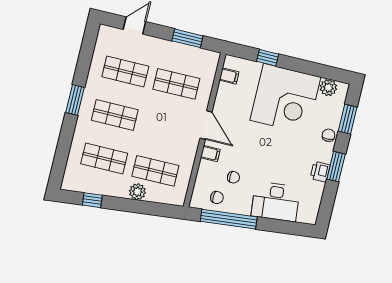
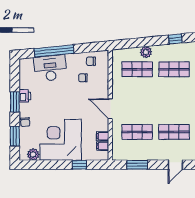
shop shelf: (115, 115) -> (174, 101), removed
filing cabinet: (210, 154) -> (103, 136), moved
window: (229, 219) -> (54, 51), moved

